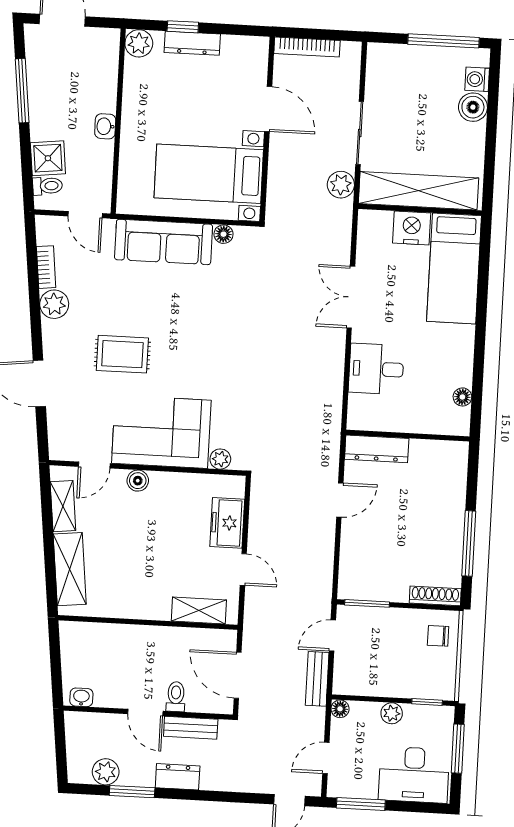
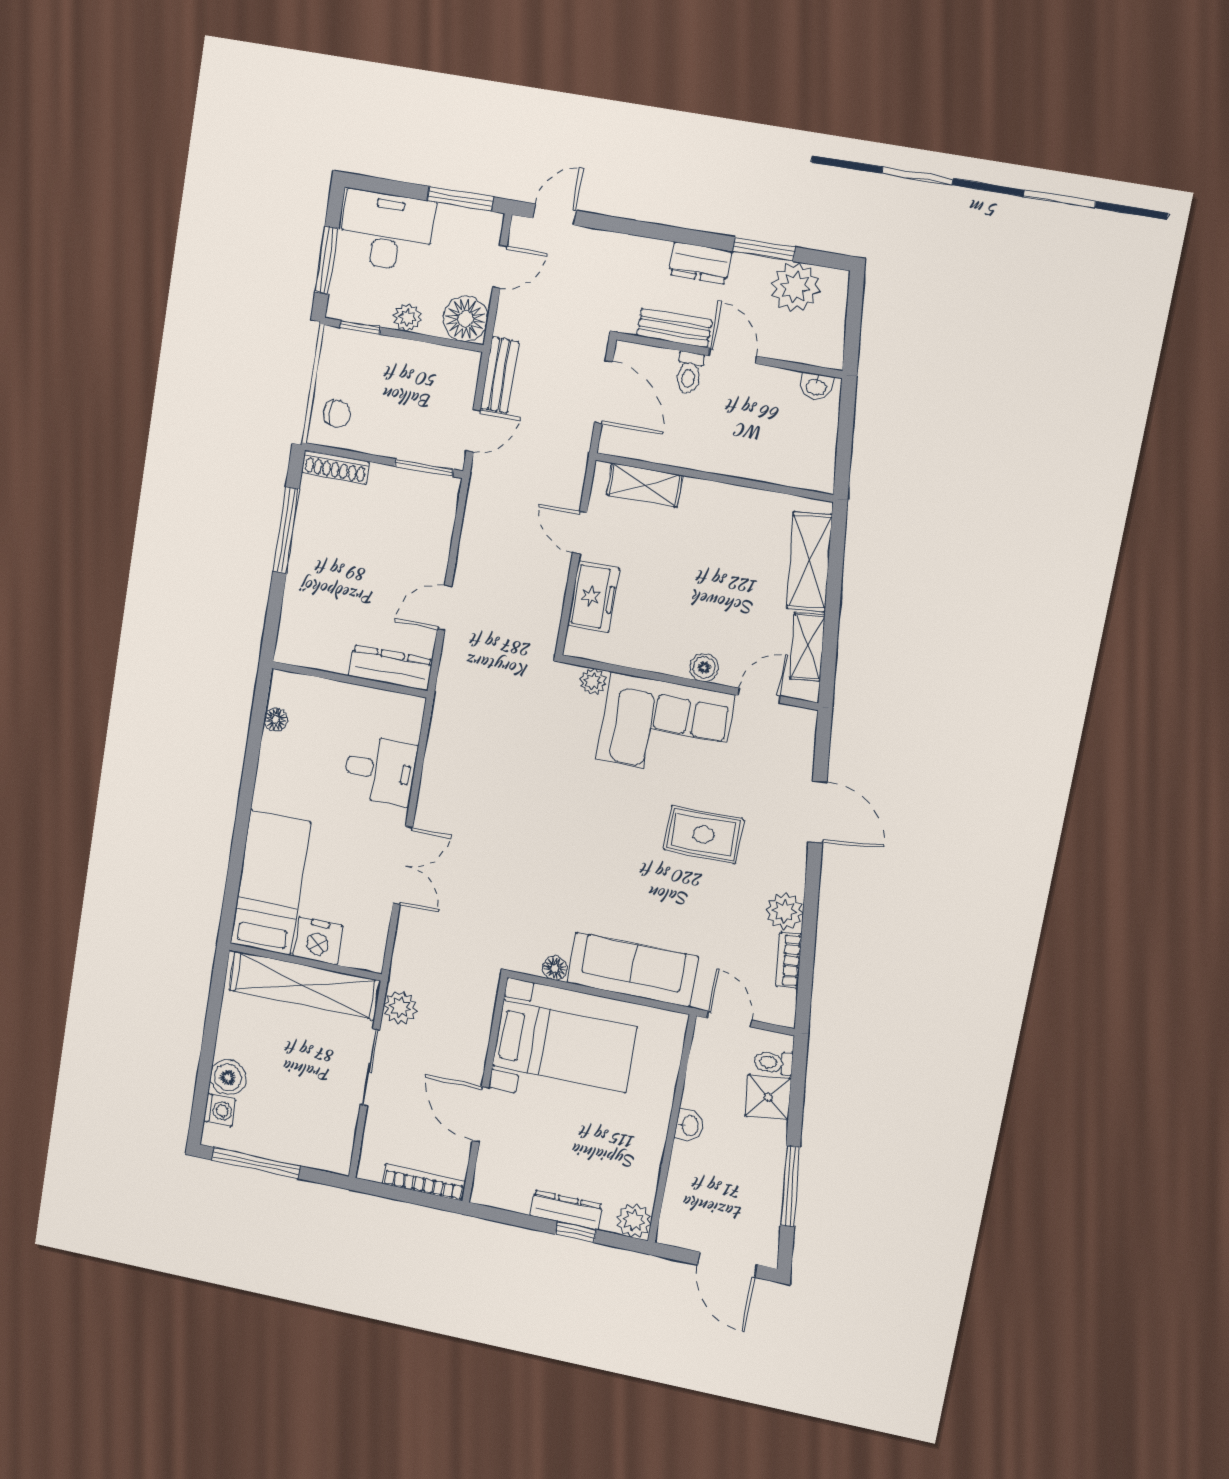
floor lamp: (340, 709) -> (465, 319), width x1.89, depth x1.89
plant: (106, 772) -> (795, 287), width x1.36, depth x1.36

